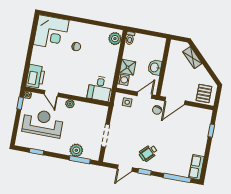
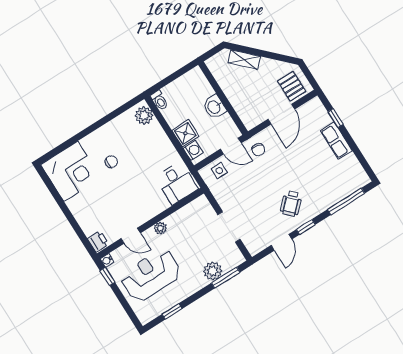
printer: (36, 76) -> (98, 241), width x0.53, depth x0.68
door: (145, 95) -> (231, 146), swing flipped
door: (175, 101) -> (281, 114), moved
row of seats: (196, 167) -> (336, 141), moved

